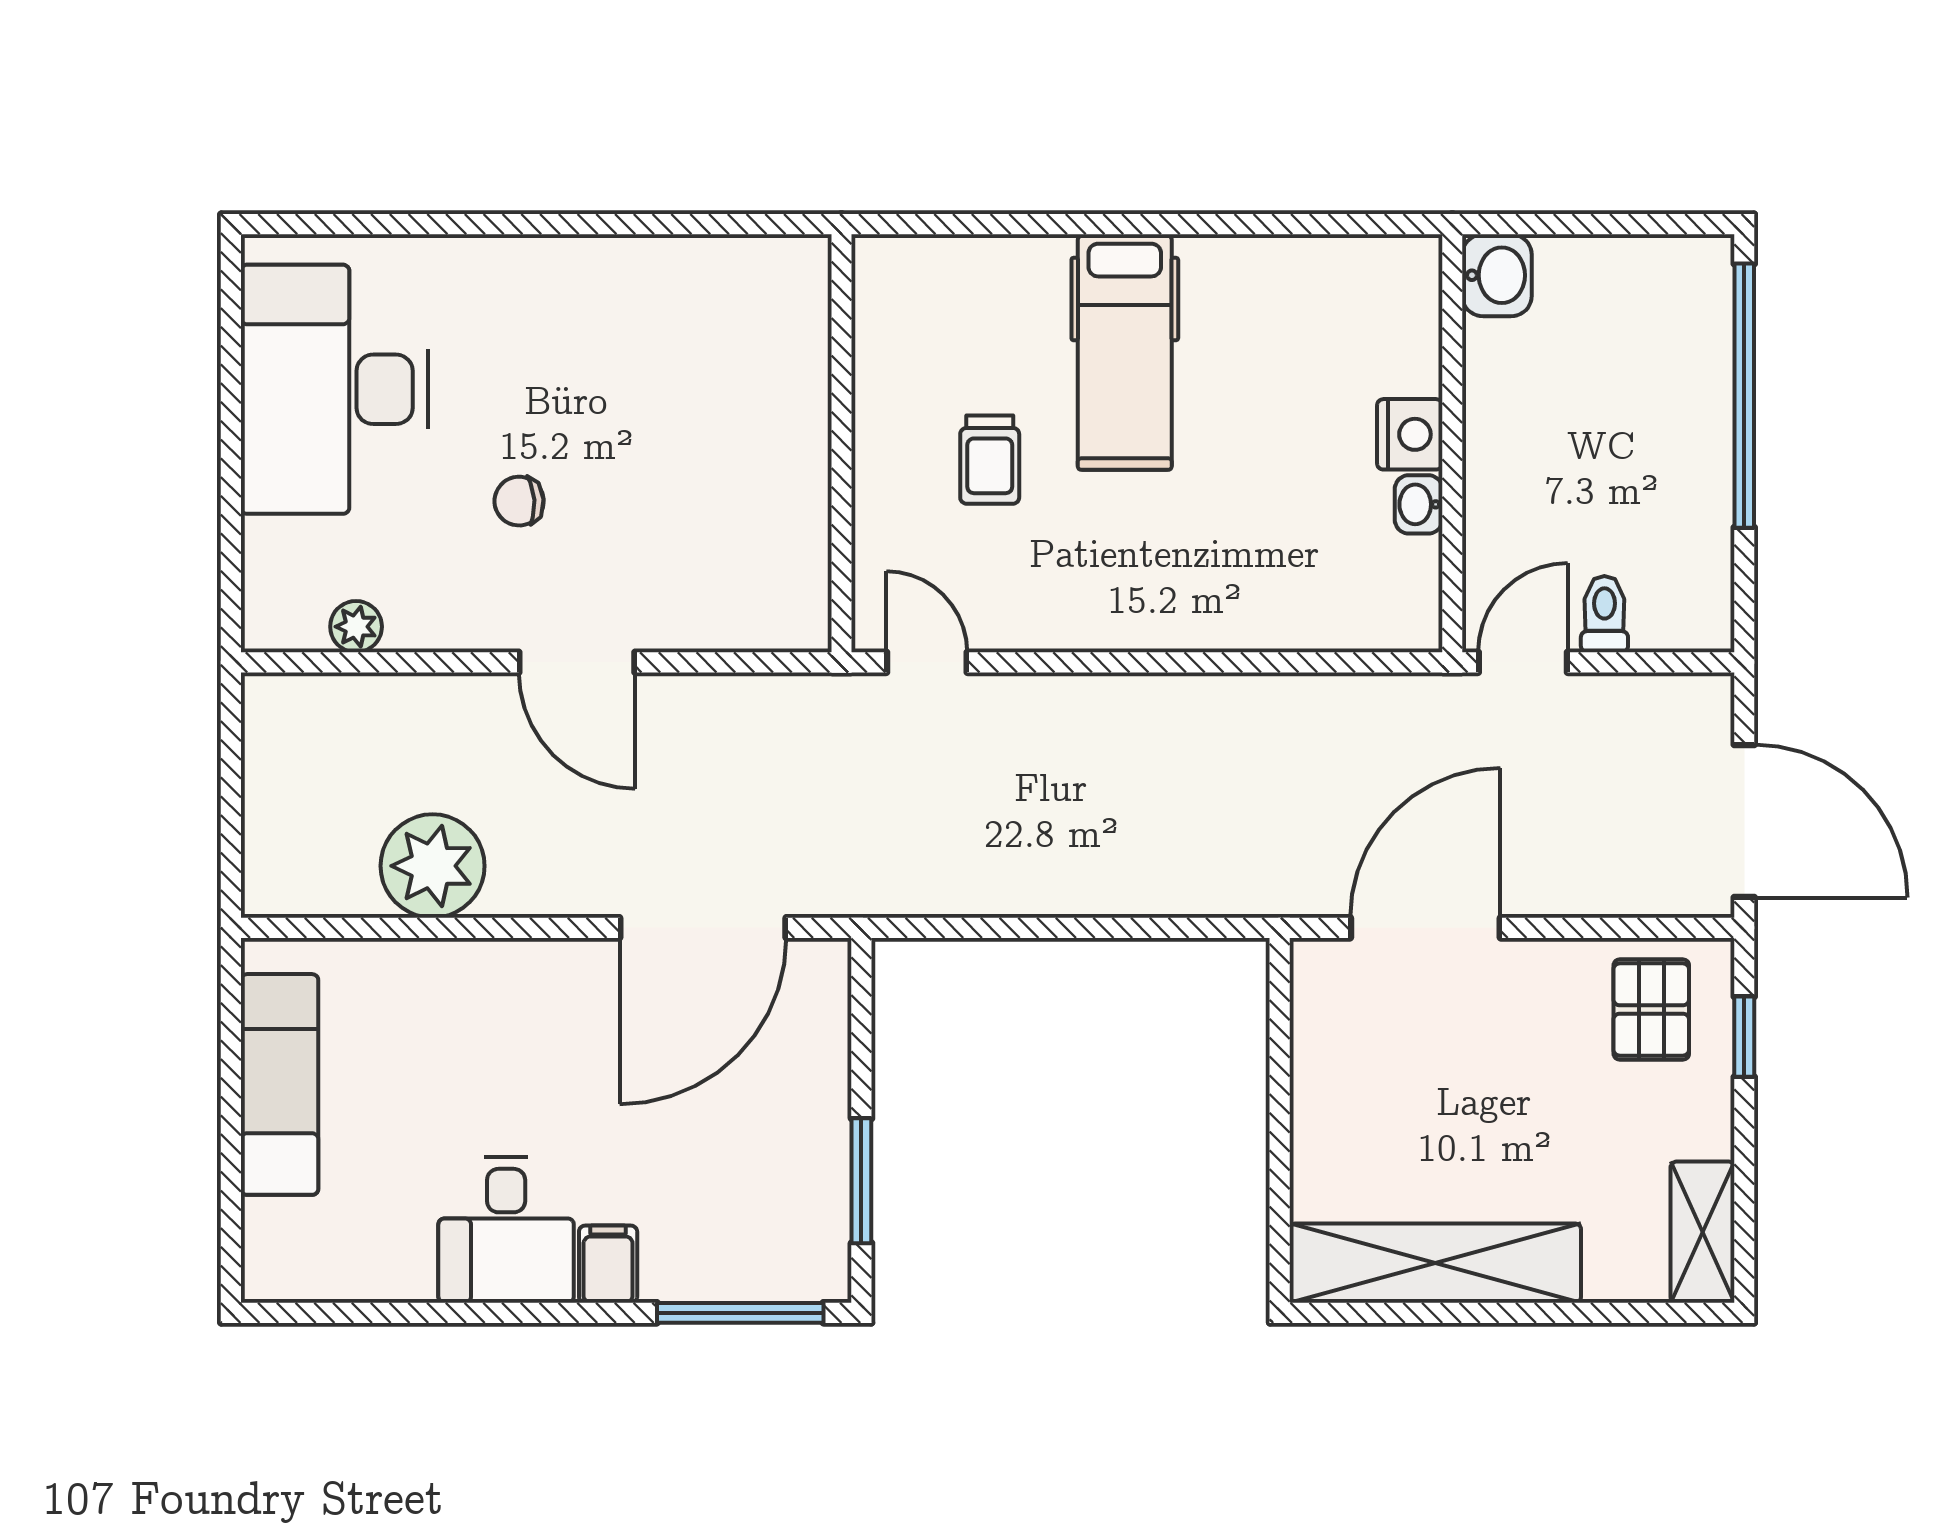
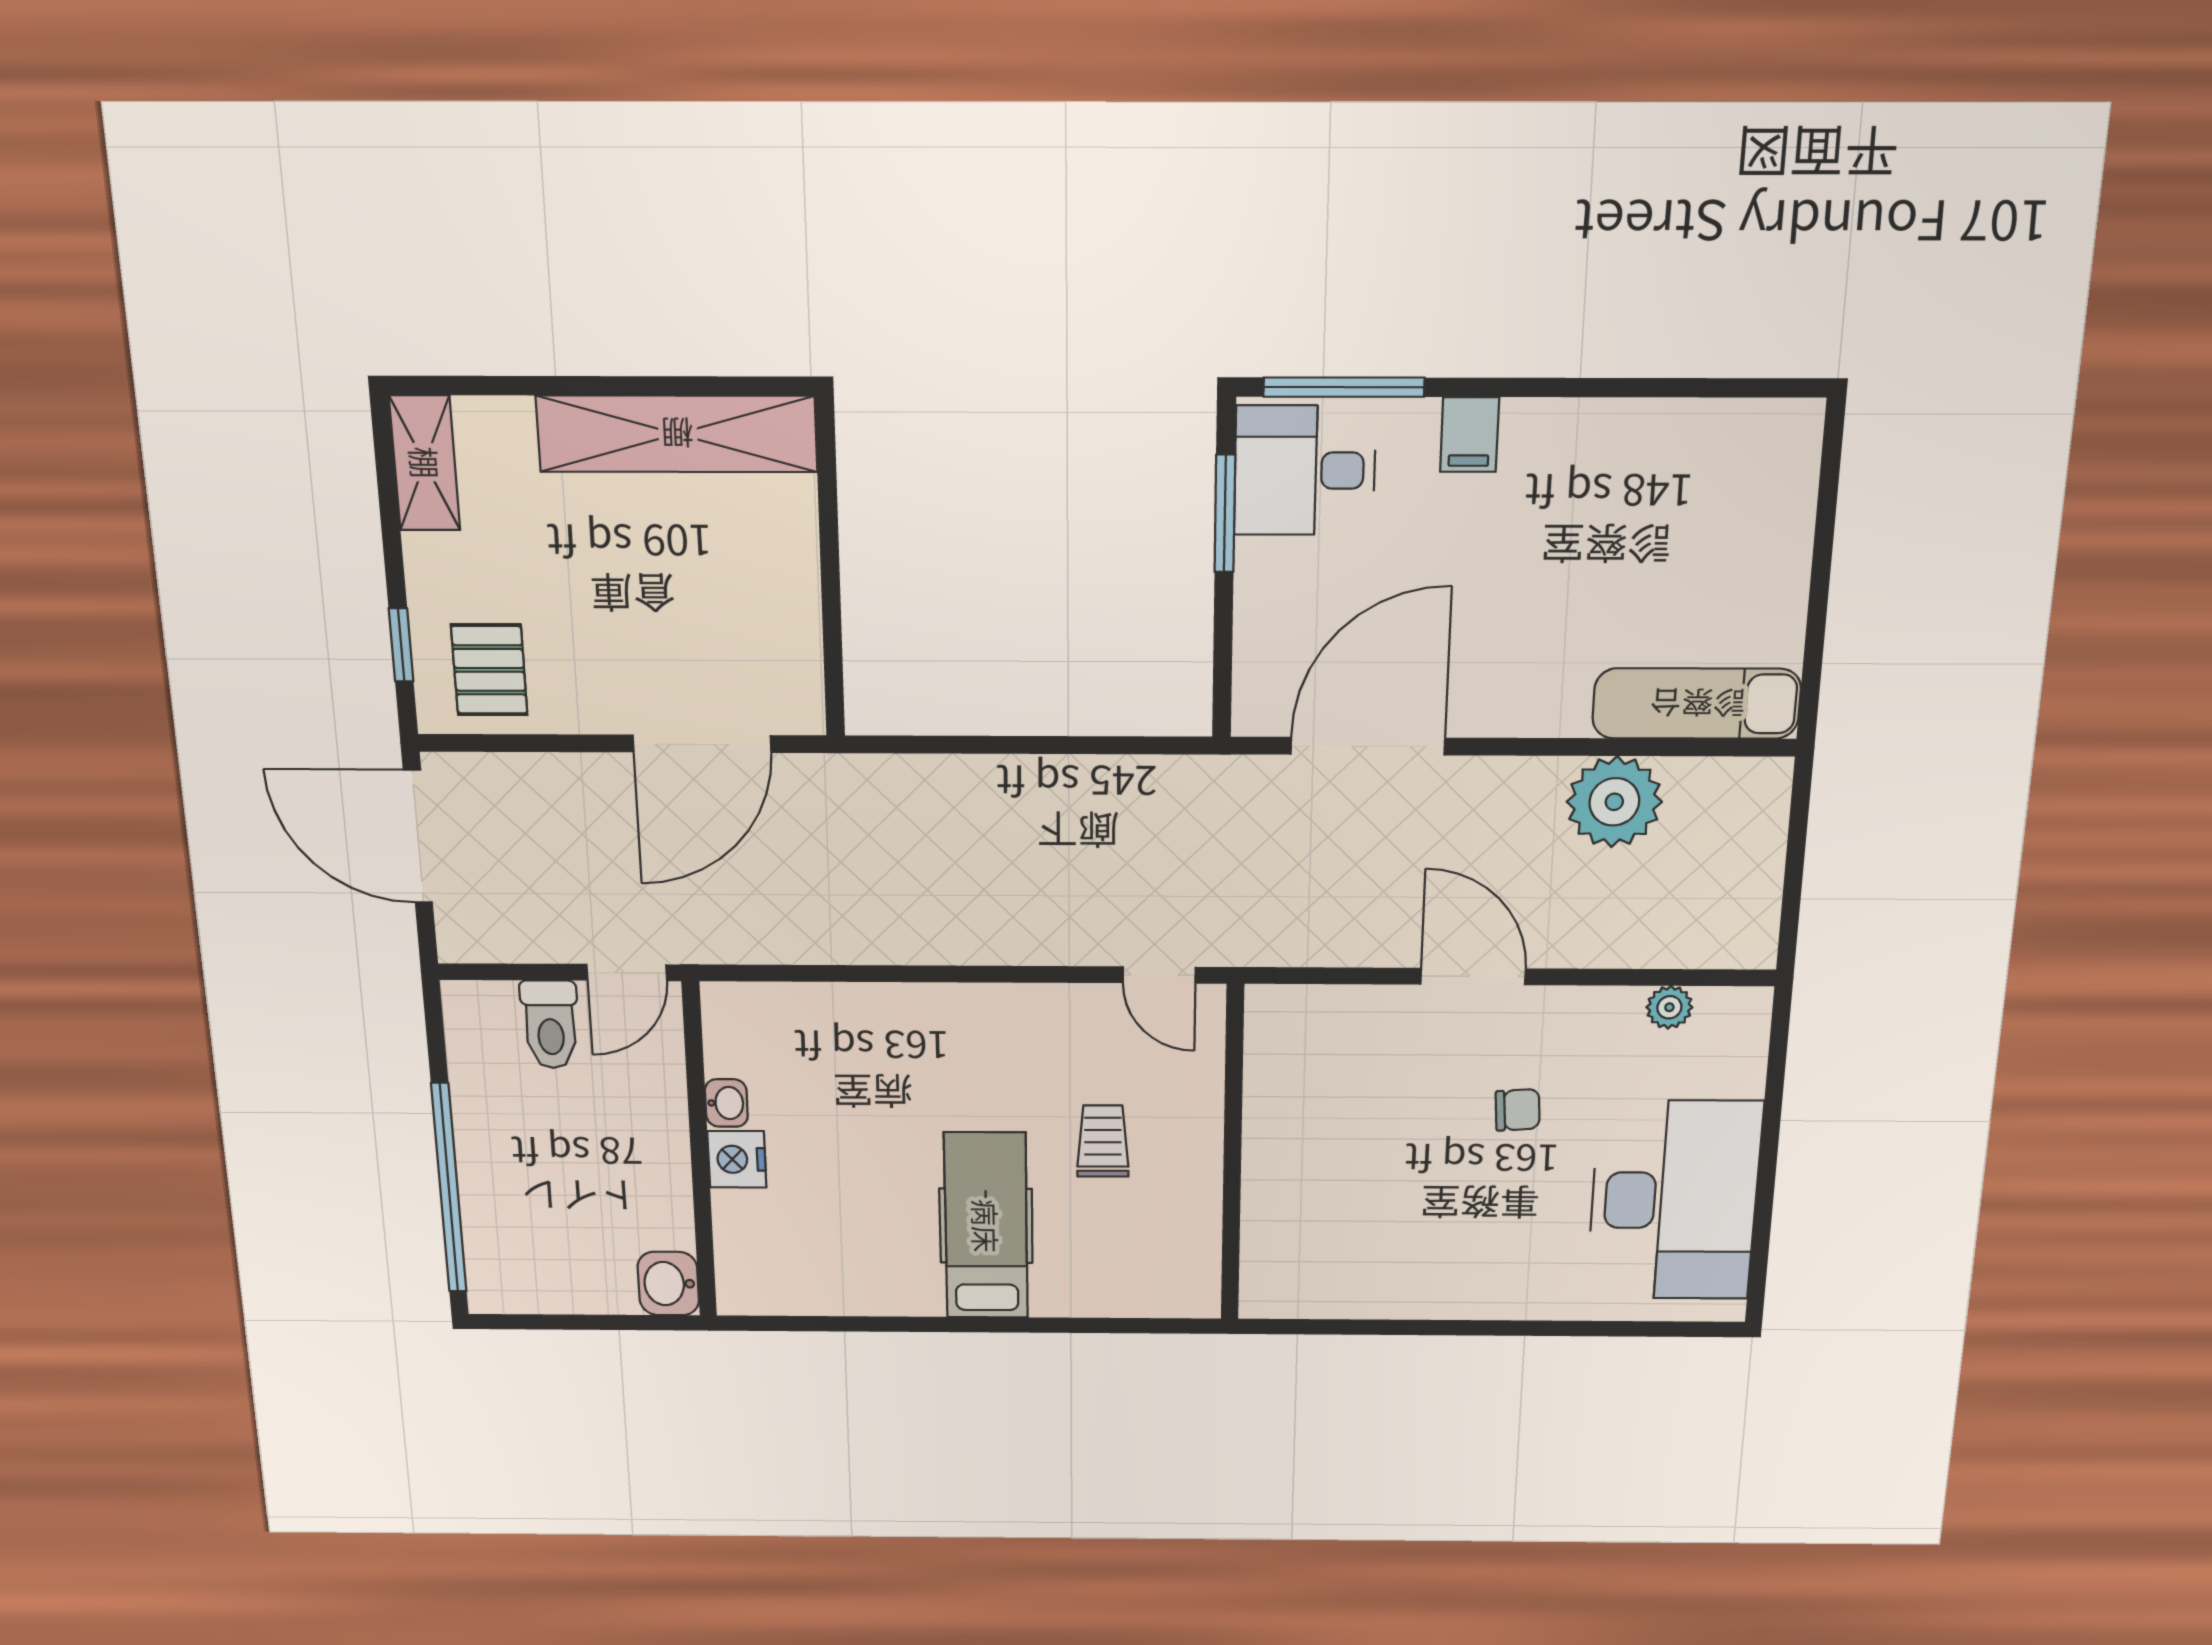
toilet: (1604, 614) -> (550, 1024), width x1.37, depth x1.39
exam couch: (280, 1084) -> (1697, 704), moved, turned 90
desk: (506, 1230) -> (1305, 470), moved, turned -90

